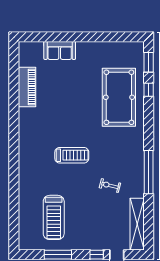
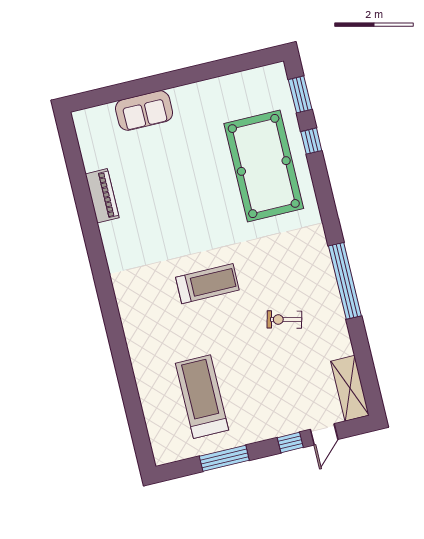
piano: (27, 87) -> (102, 196), width x0.73, depth x0.75
treadmill: (54, 217) -> (202, 397), turned 180
shelving: (137, 224) -> (350, 388), width x0.68

